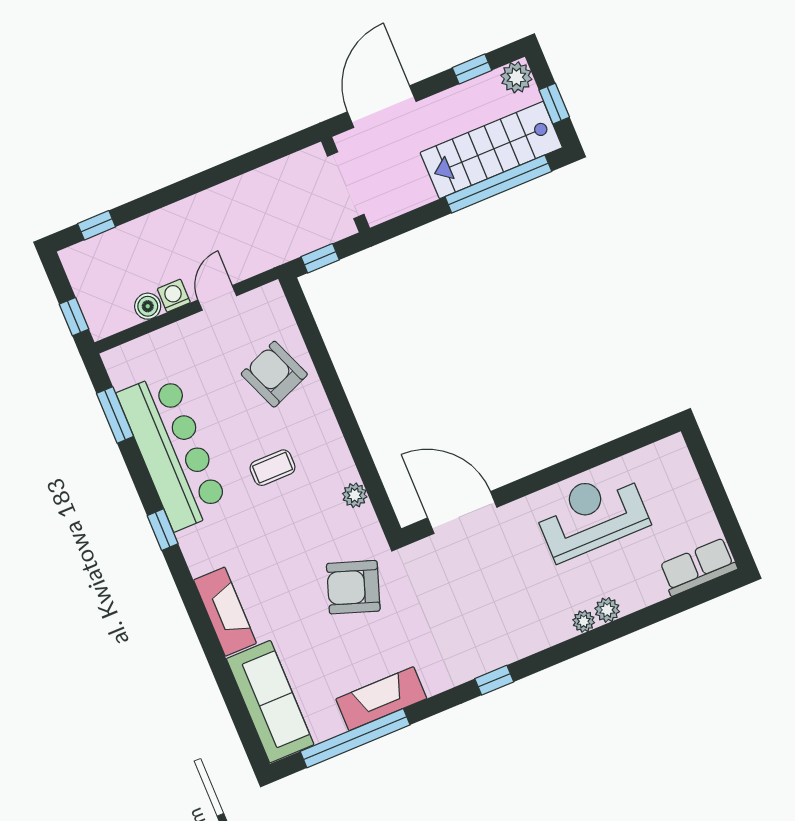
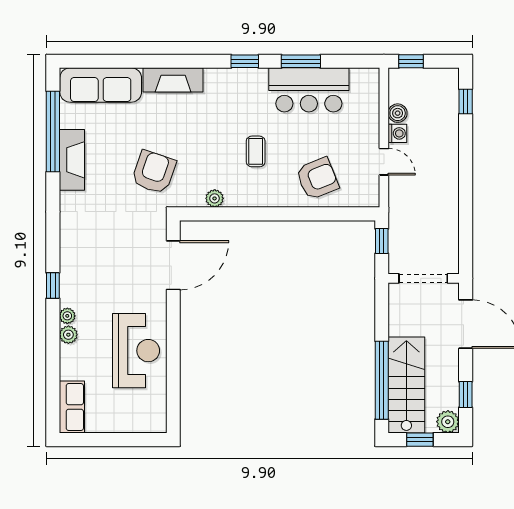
window: (115, 415) -> (301, 61), moved
bar counter: (173, 451) -> (309, 90), width x0.73
window: (494, 680) -> (53, 286), moved

